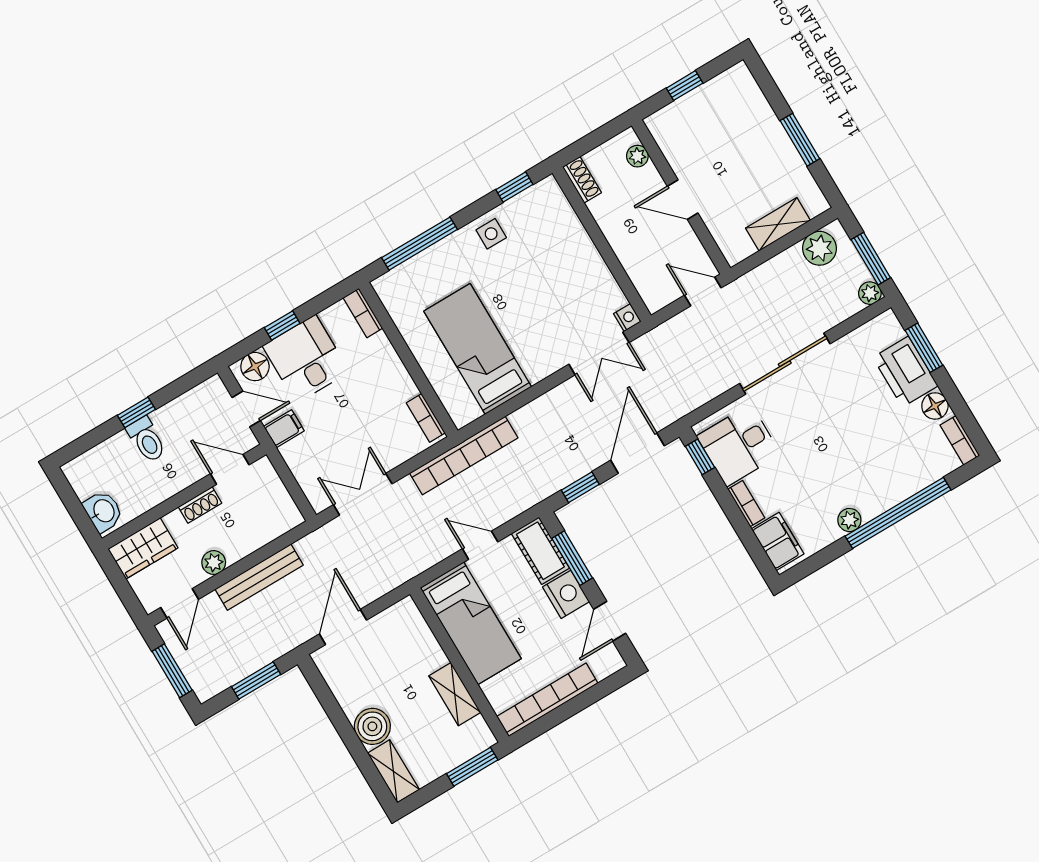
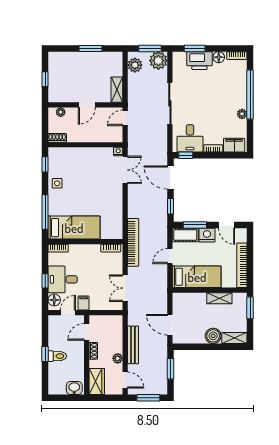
shelving: (778, 224) -> (117, 90), moved
plant: (870, 293) -> (158, 61), width x1.88, depth x1.88
bed: (478, 349) -> (74, 228), moved, turned 180

